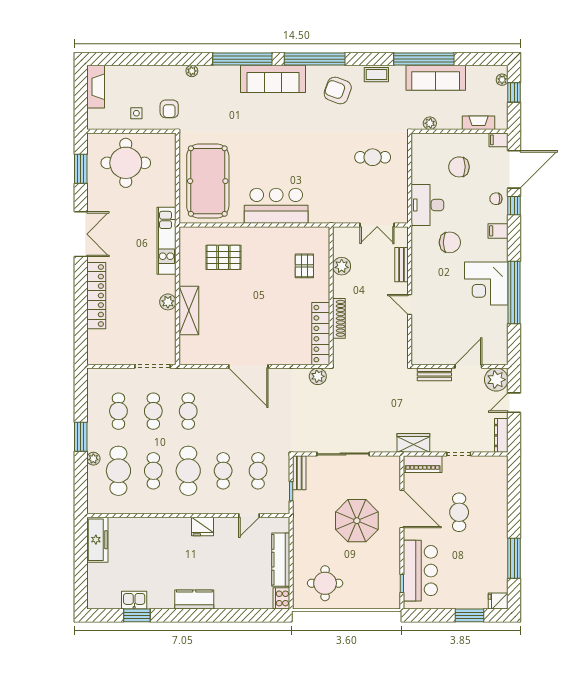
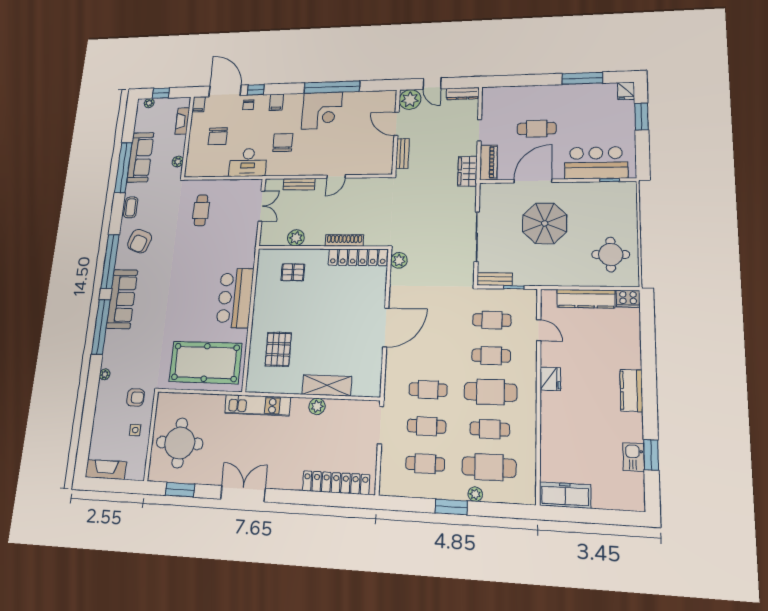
locker: (96, 296) -> (336, 483), moved

